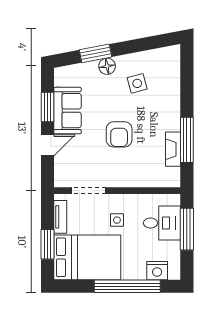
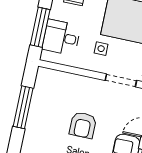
armchair: (119, 134) -> (83, 125), turned 180
fireplace: (173, 149) -> (37, 101), removed

